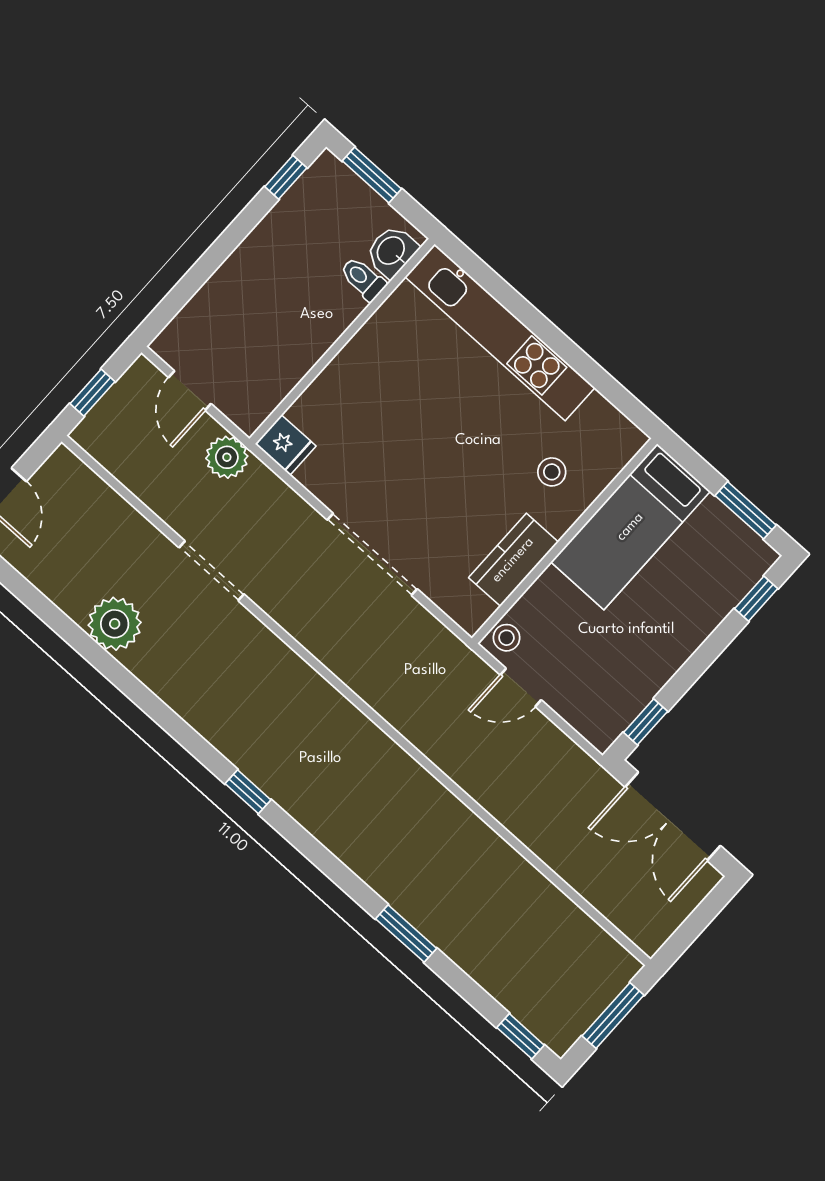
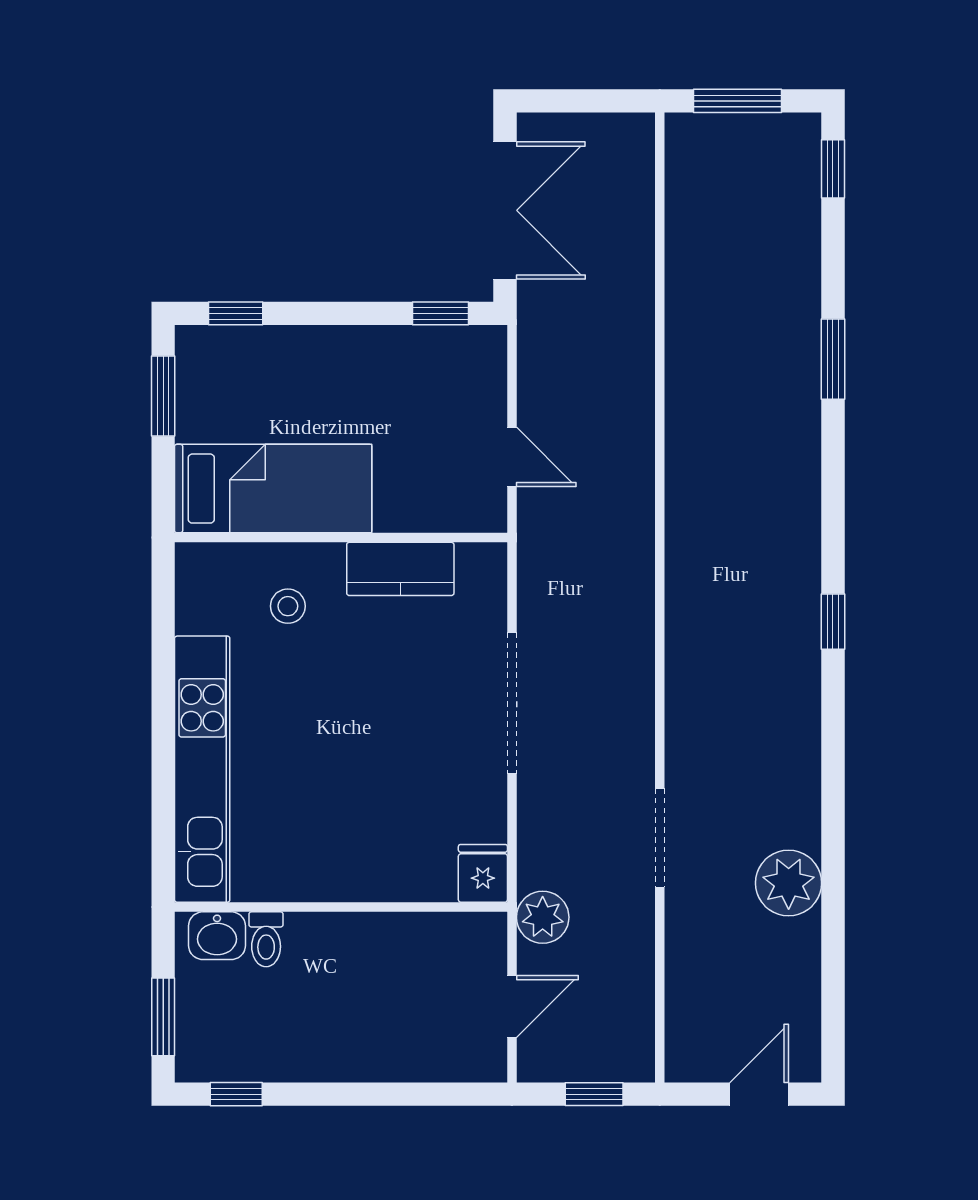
stool: (506, 638) -> (478, 511), removed

